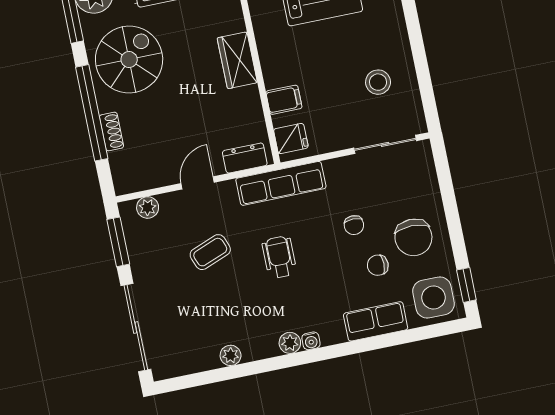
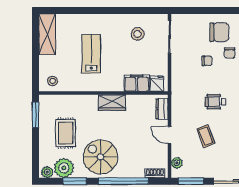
filing cabinet: (284, 100) -> (137, 83), width x2.00
shoe rack: (111, 132) -> (155, 173), moved
row of seats: (281, 183) -> (178, 93), removed

